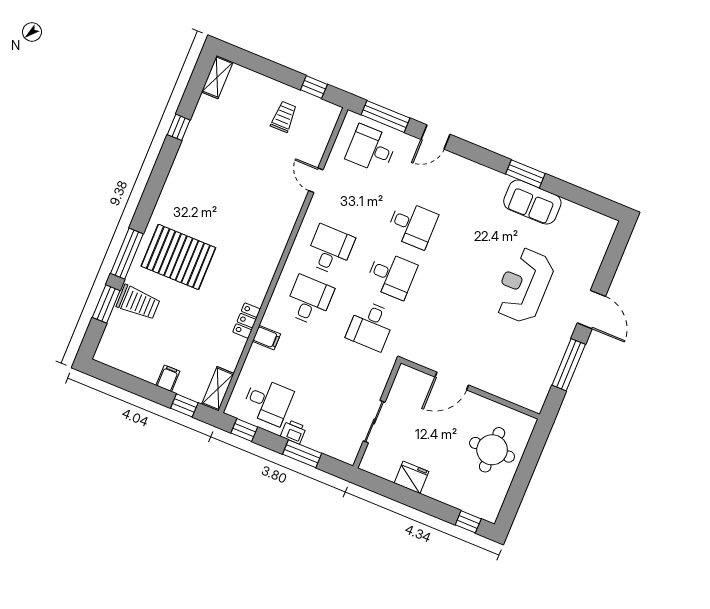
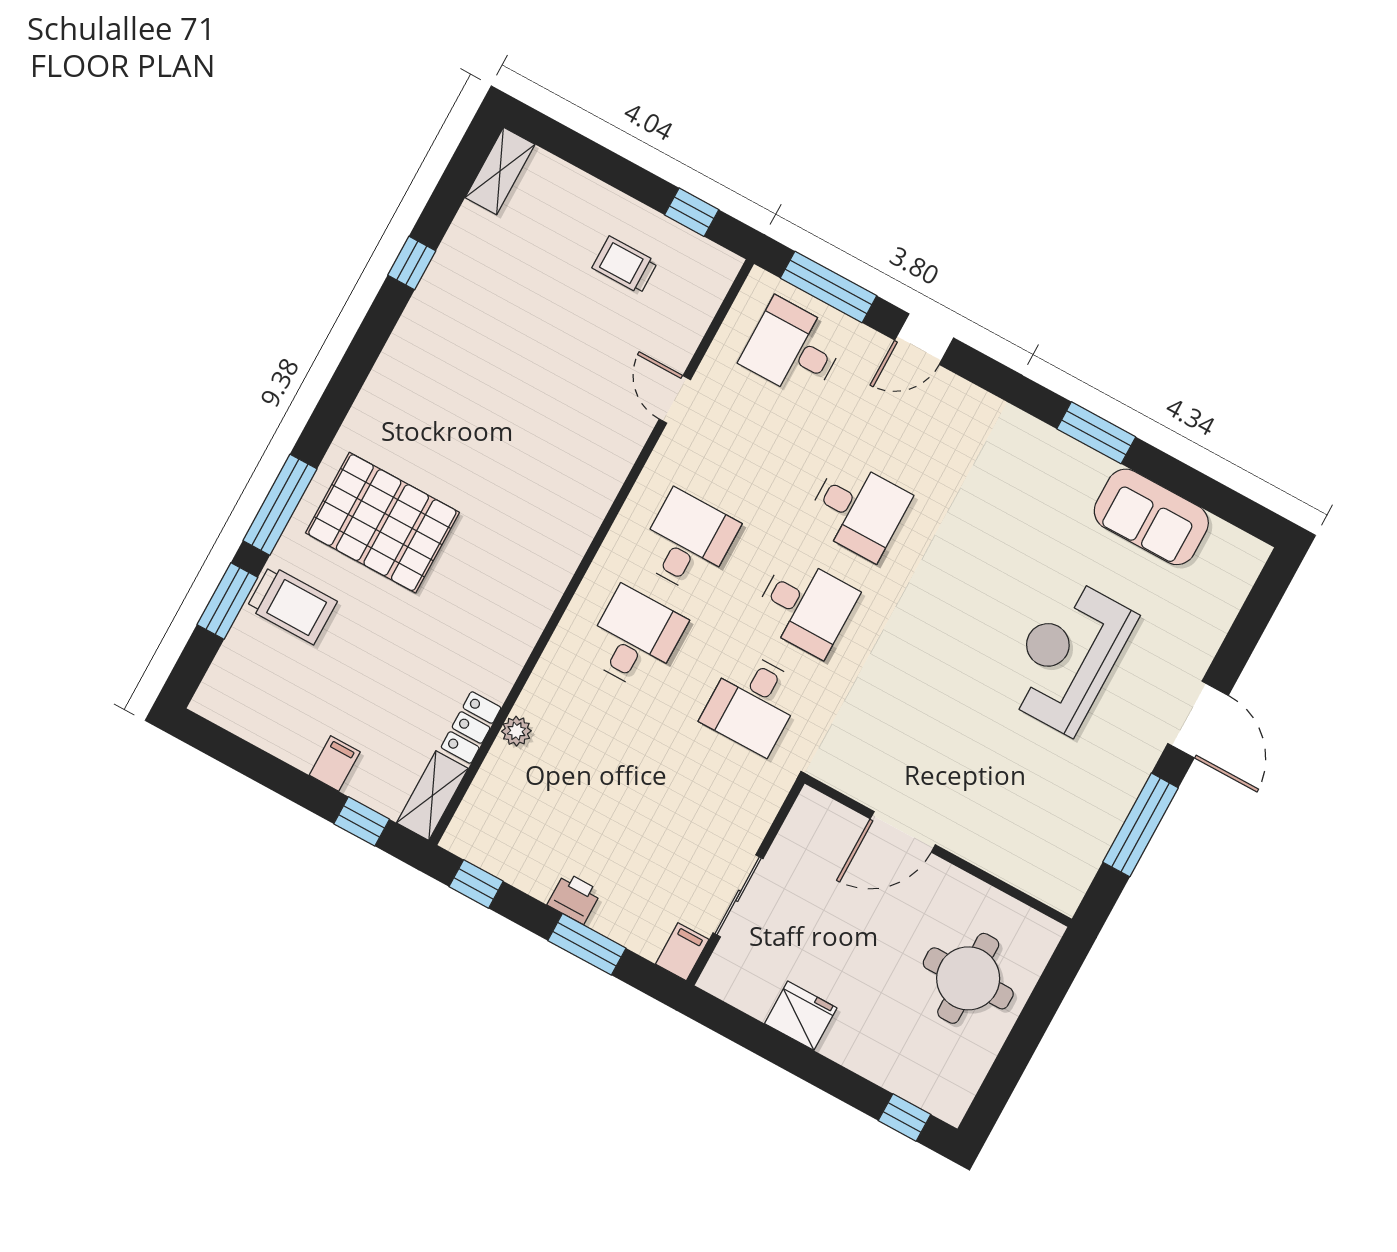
trolley: (284, 117) -> (625, 265), turned -90
sofa: (532, 202) -> (1151, 517), moved
locker: (247, 321) -> (471, 728), moved
filing cabinet: (266, 338) -> (682, 952), moved, turned -90
plant: (256, 352) -> (516, 731), added
desk: (268, 401) -> (530, 832), removed

